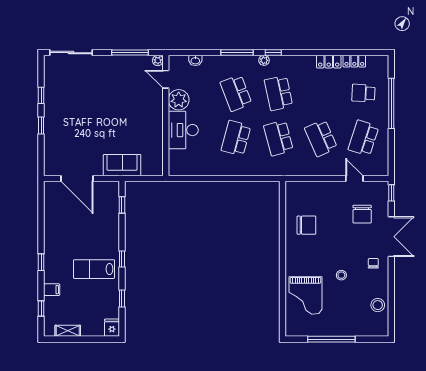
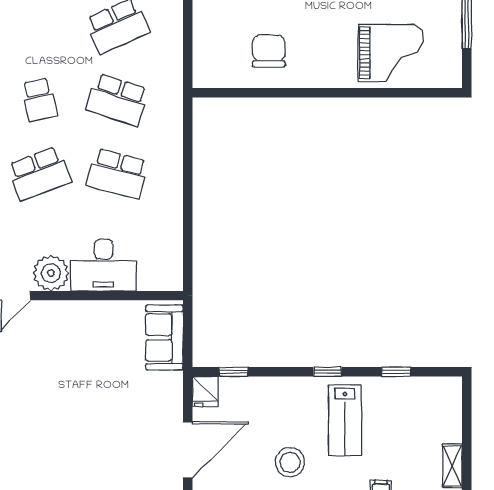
school desk: (278, 93) -> (39, 100), width x0.54
school desk: (278, 138) -> (117, 100), turned 33
sofa: (122, 165) -> (164, 338), moved
stool: (70, 237) -> (290, 462), added
fridge: (112, 328) -> (205, 392), moved, turned -90

